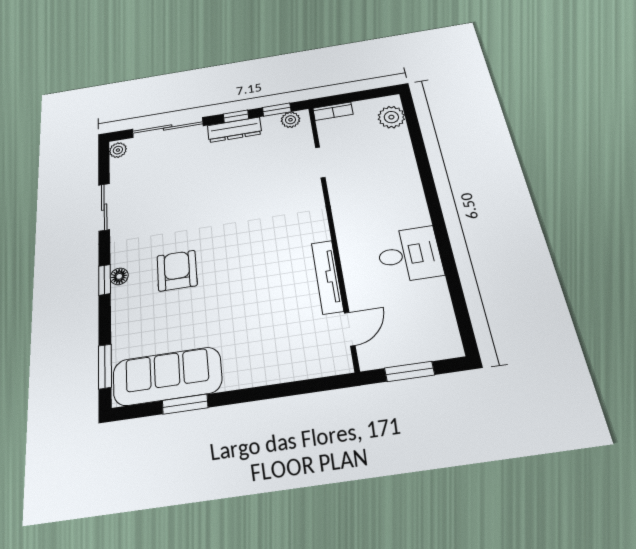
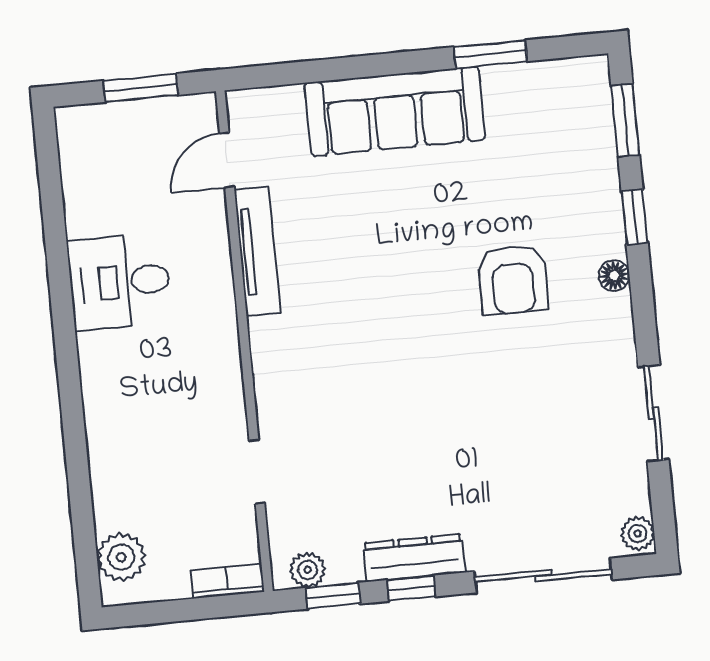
window: (105, 280) -> (635, 217), moved
sofa: (167, 376) -> (395, 111), moved

